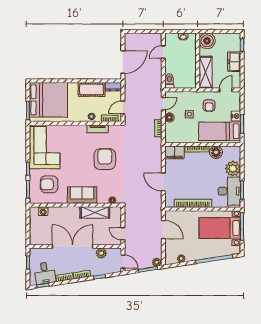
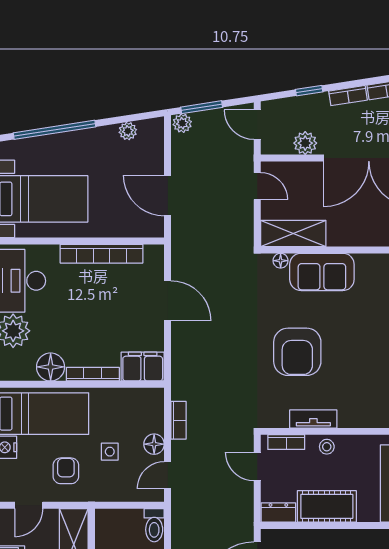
door: (123, 107) -> (257, 466), swing flipped
sofa: (82, 195) -> (322, 272), moved
shelving: (95, 212) -> (293, 233), moved

